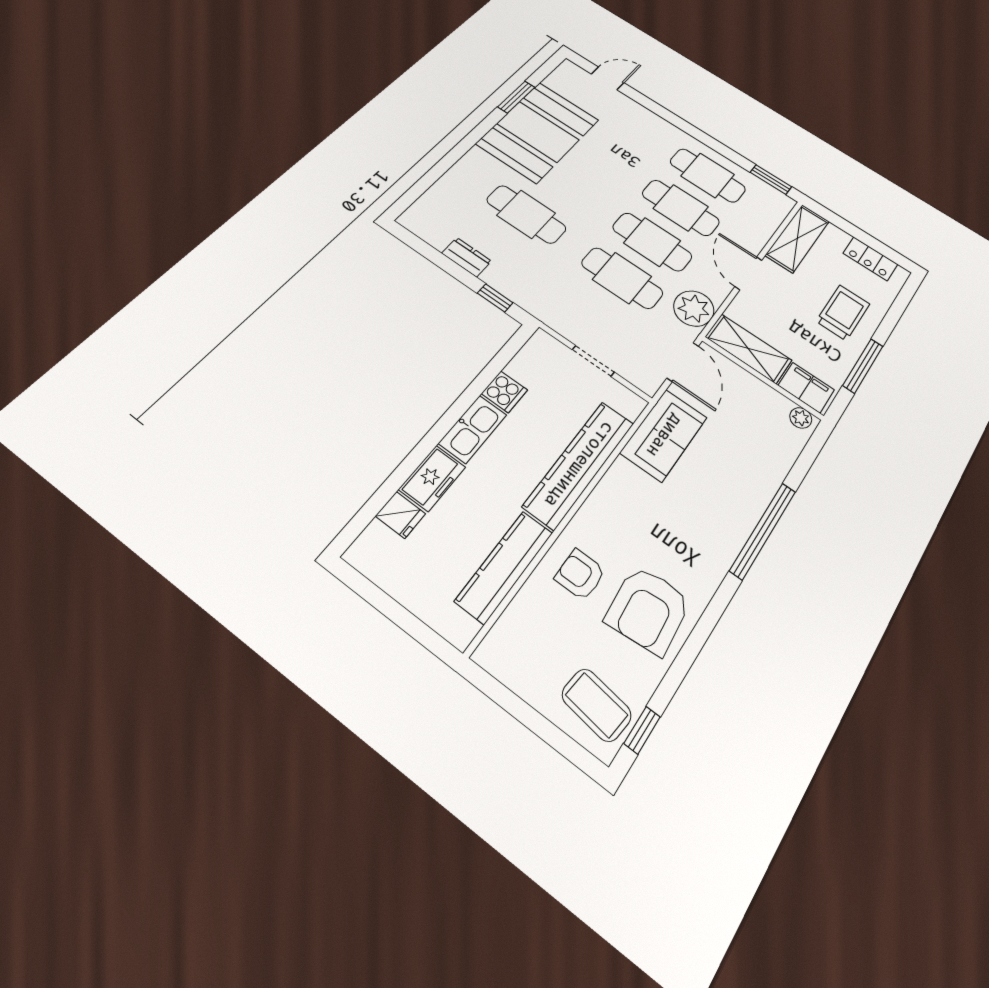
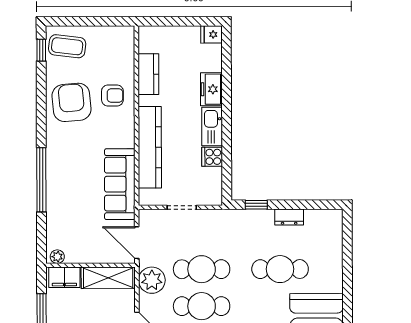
sofa: (664, 435) -> (120, 184), width x1.36
fridge: (400, 515) -> (212, 34), moved
kitchen counter: (504, 567) -> (148, 74), width x0.67

